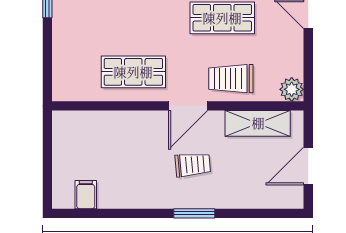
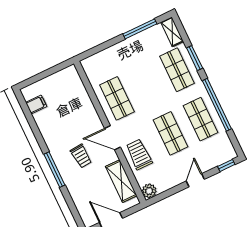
window: (194, 213) -> (54, 170), width x1.44

